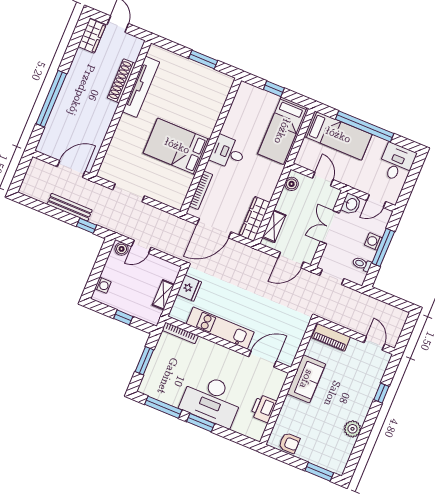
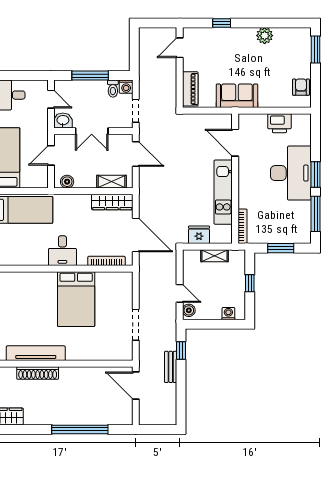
bench: (70, 207) -> (171, 367), width x0.73
washing machine: (373, 241) -> (126, 87), moved

